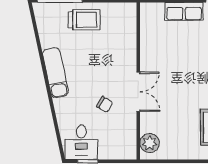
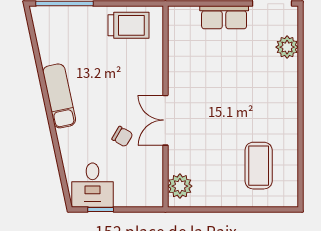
trolley: (84, 20) -> (128, 25), moved
double door: (138, 92) -> (165, 120), swing flipped

